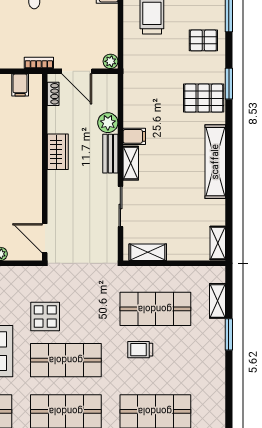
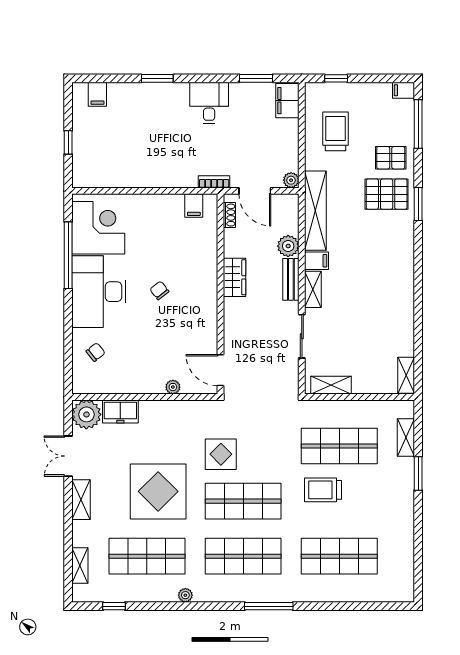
pallet: (204, 98) -> (387, 194), moved
shelving: (215, 162) -> (315, 211), moved
trolley: (140, 350) -> (323, 490), width x1.36, depth x1.39

